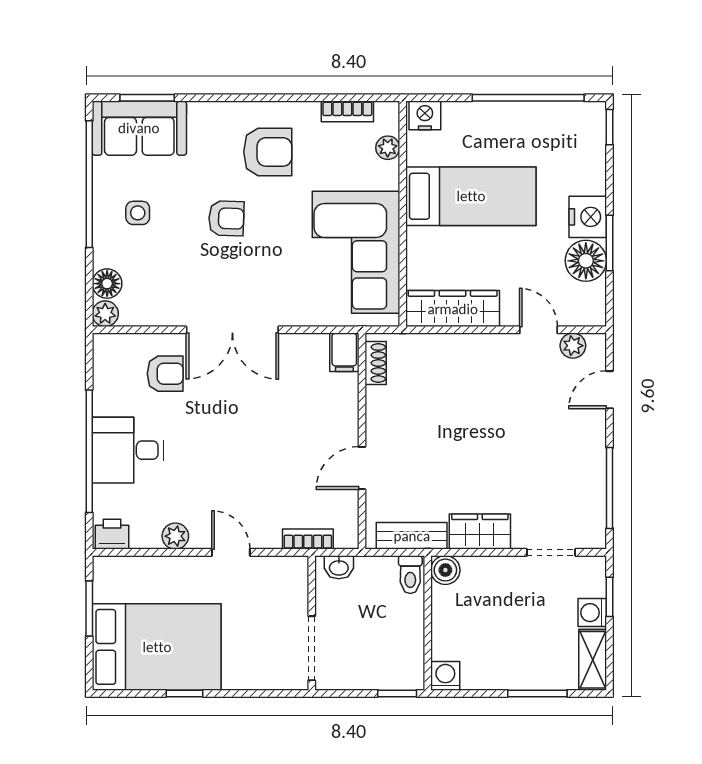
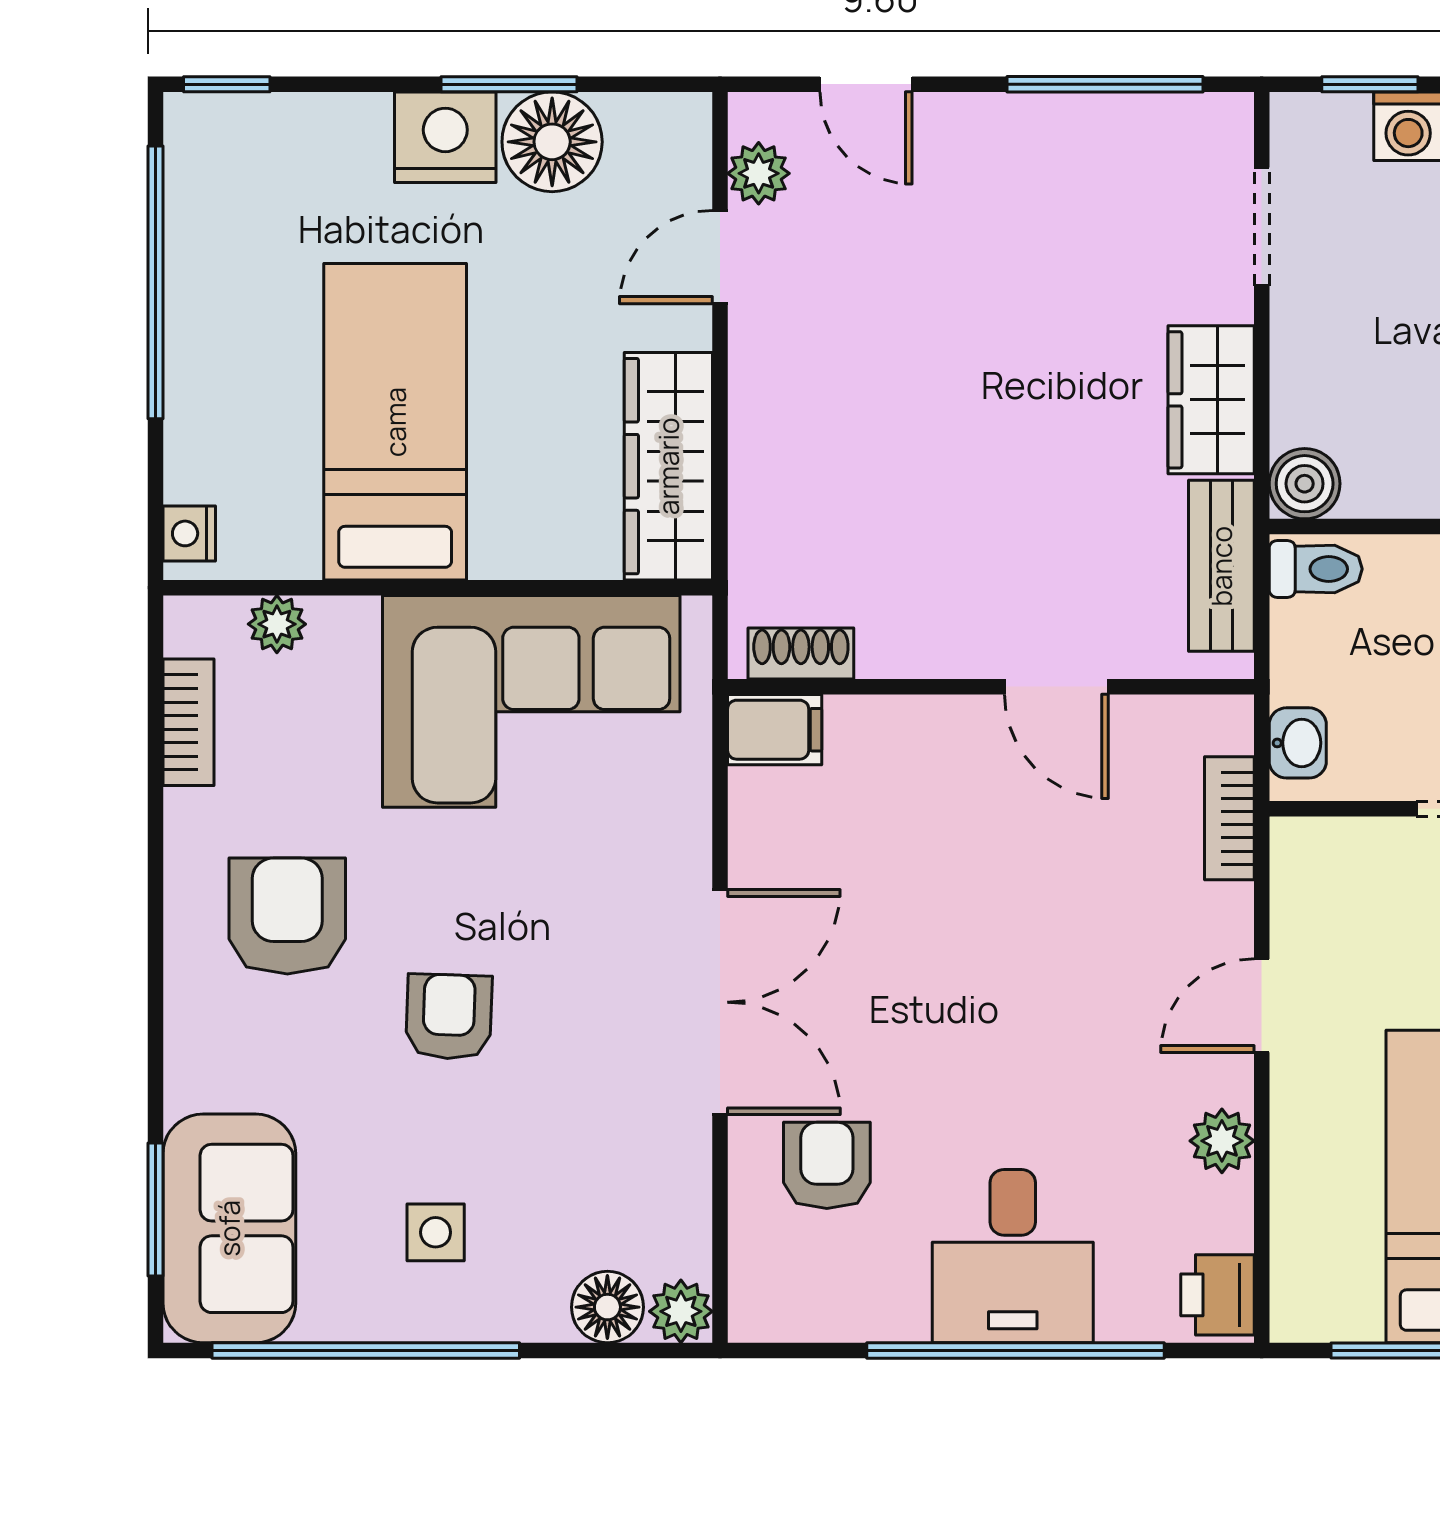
nightstand: (425, 115) -> (189, 533), width x0.72, depth x0.74

